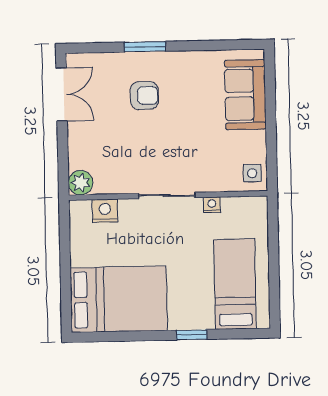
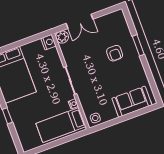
double door: (62, 94) -> (80, 21), moved
nightstand: (105, 211) -> (48, 42), moved
bed: (235, 284) -> (61, 125), moved, turned 180

